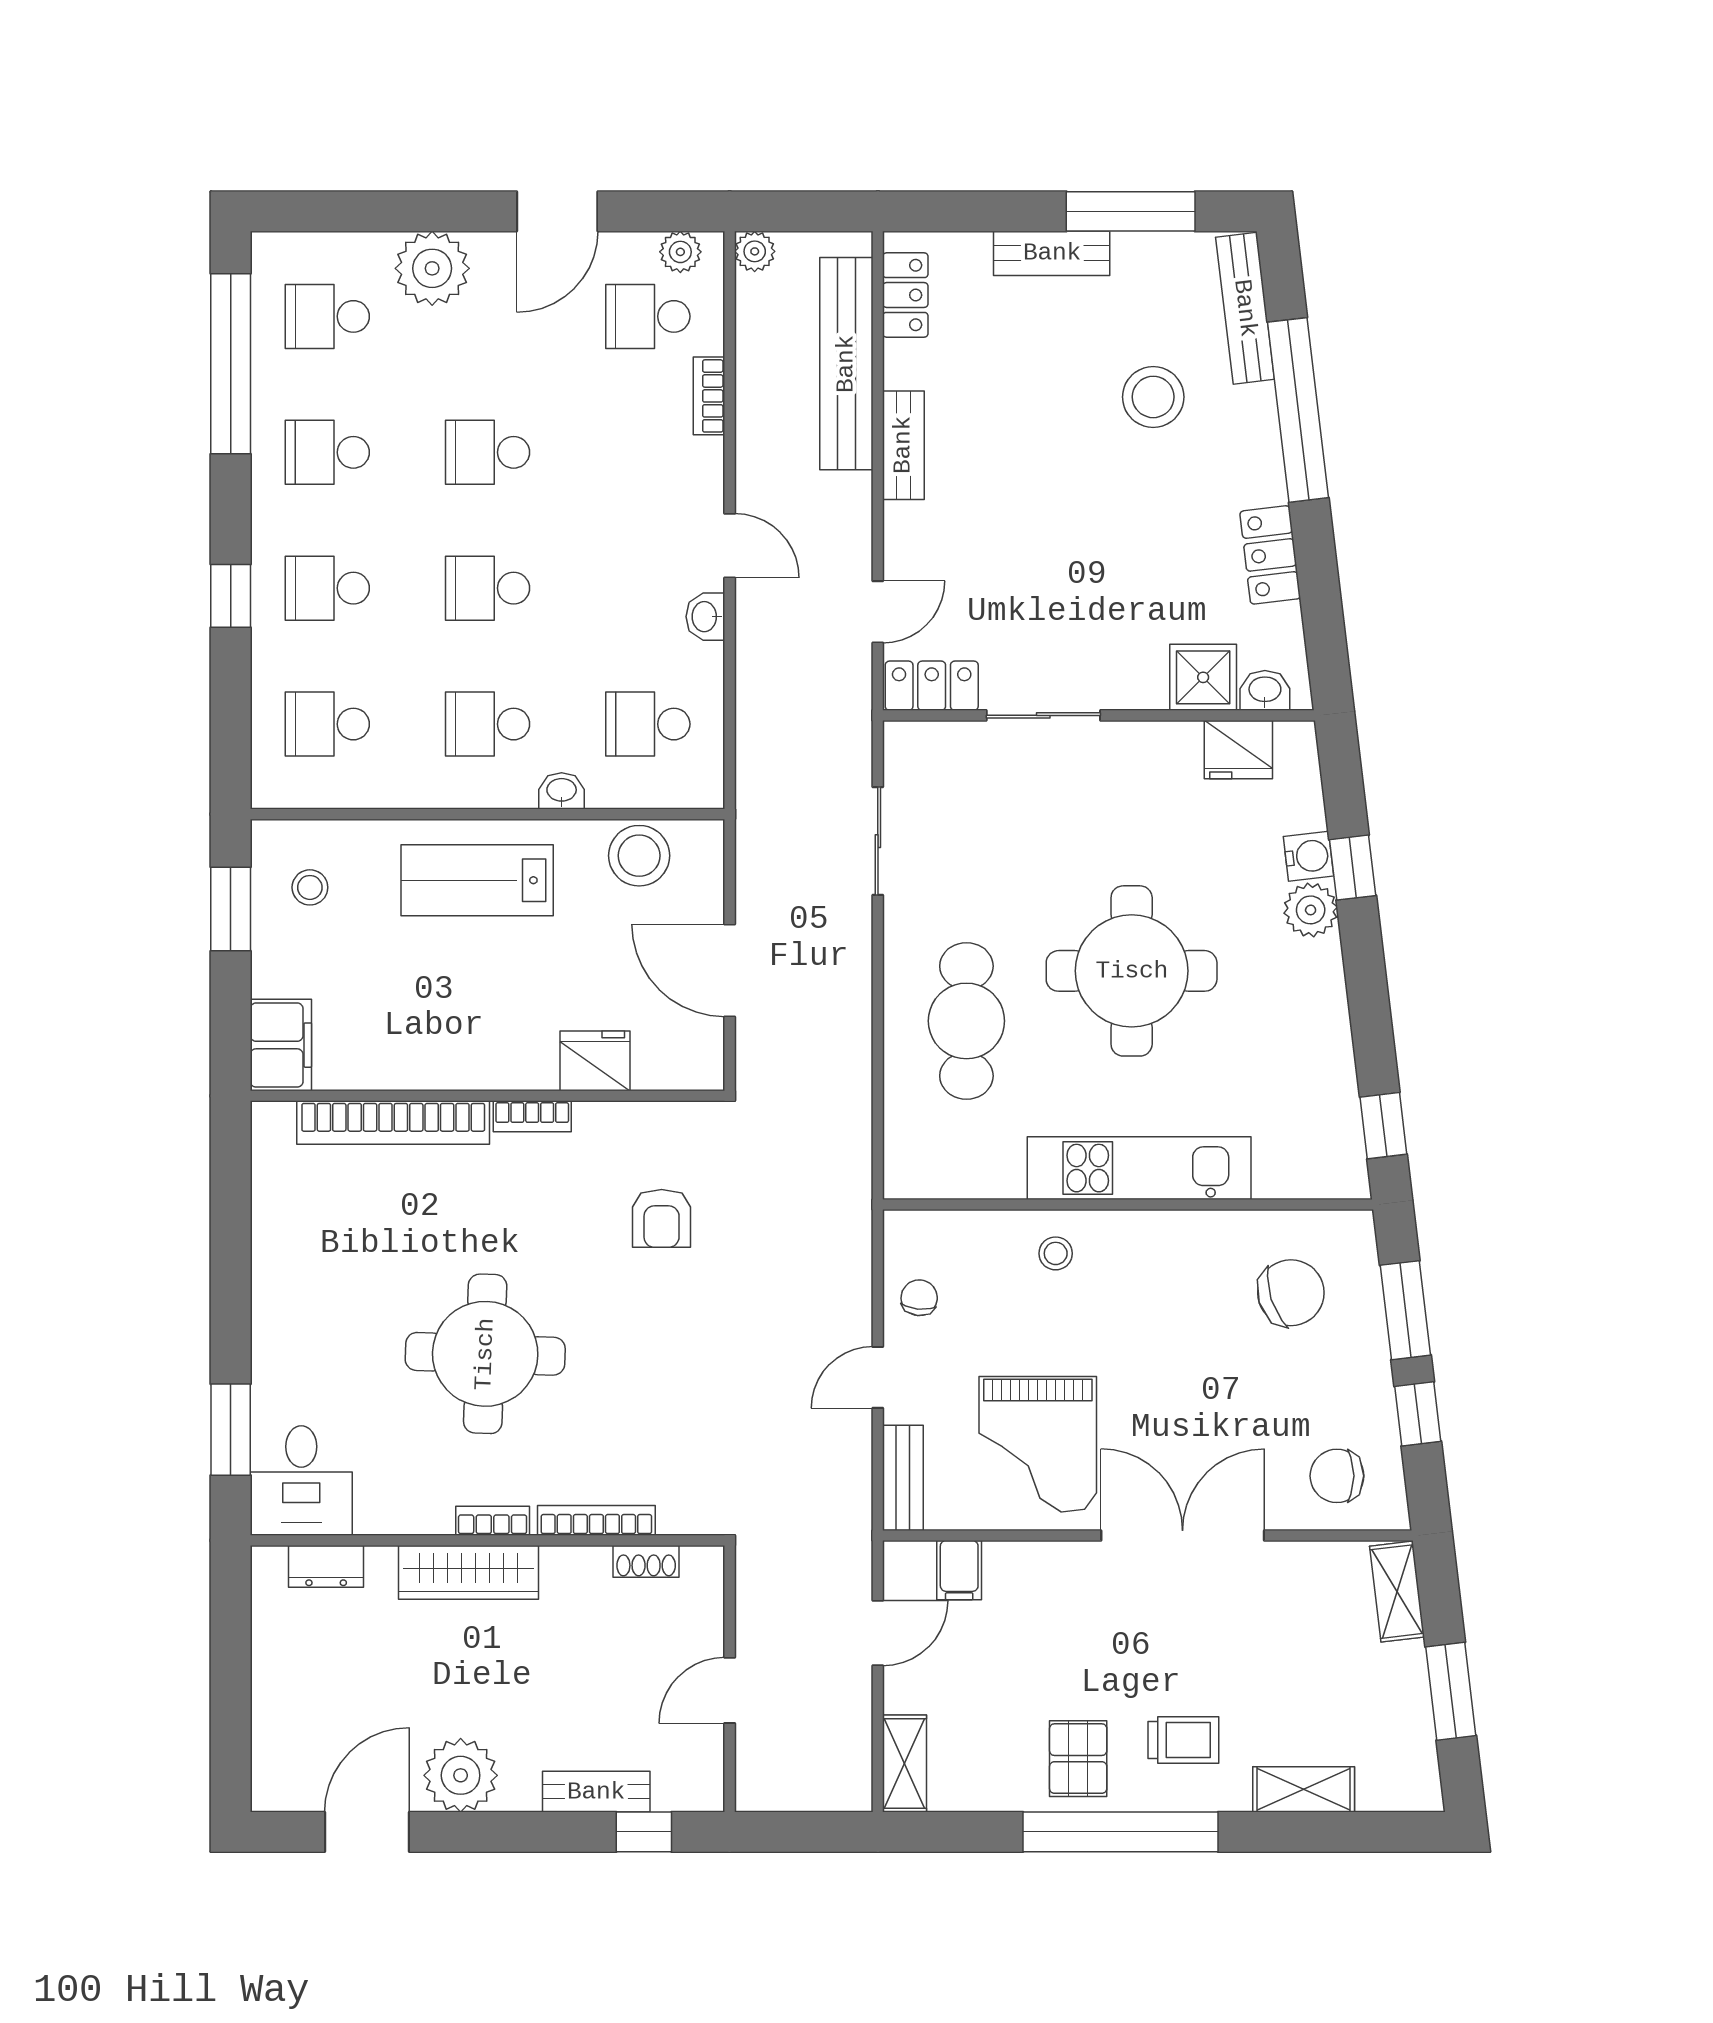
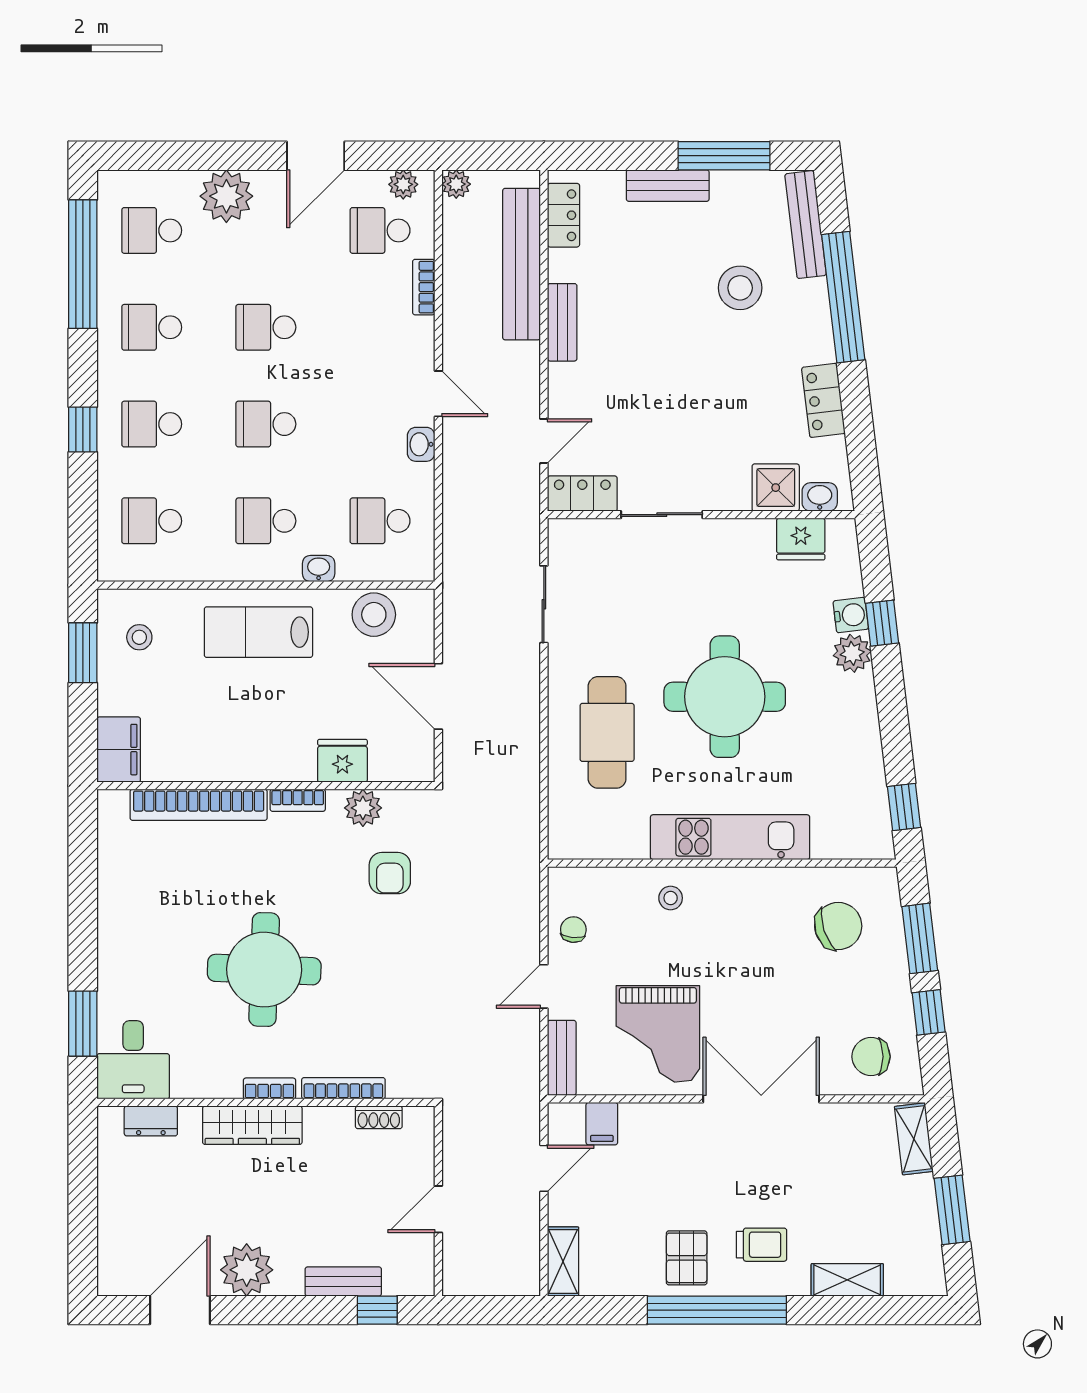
plant: (624, 1127) -> (363, 808), added

